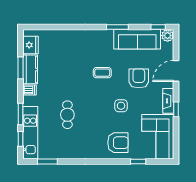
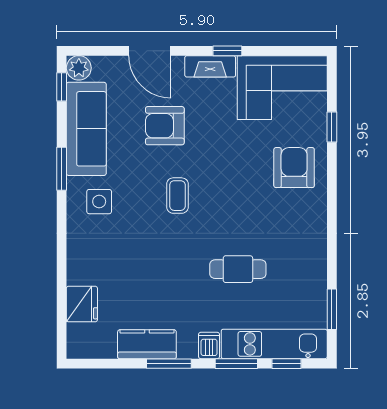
fridge: (30, 45) -> (82, 304), moved, turned 90
window: (20, 68) -> (169, 364), moved
coffee table: (102, 73) -> (177, 196), moved
dishwasher: (29, 90) -> (209, 346), moved
side table: (121, 106) -> (99, 202), moved

